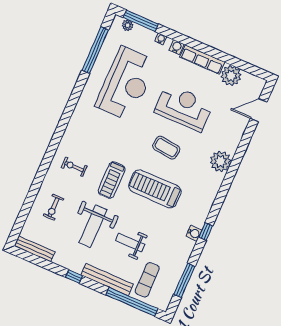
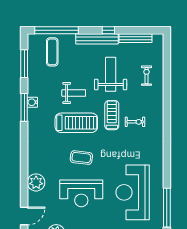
plant: (220, 161) -> (36, 182), moved
exercise bike: (74, 167) -> (135, 122), moved
window: (206, 232) -> (24, 107), width x2.17
weight bench: (130, 243) -> (74, 93), moved
bench: (34, 249) -> (135, 38), moved
bench: (107, 280) -> (97, 39), moved

